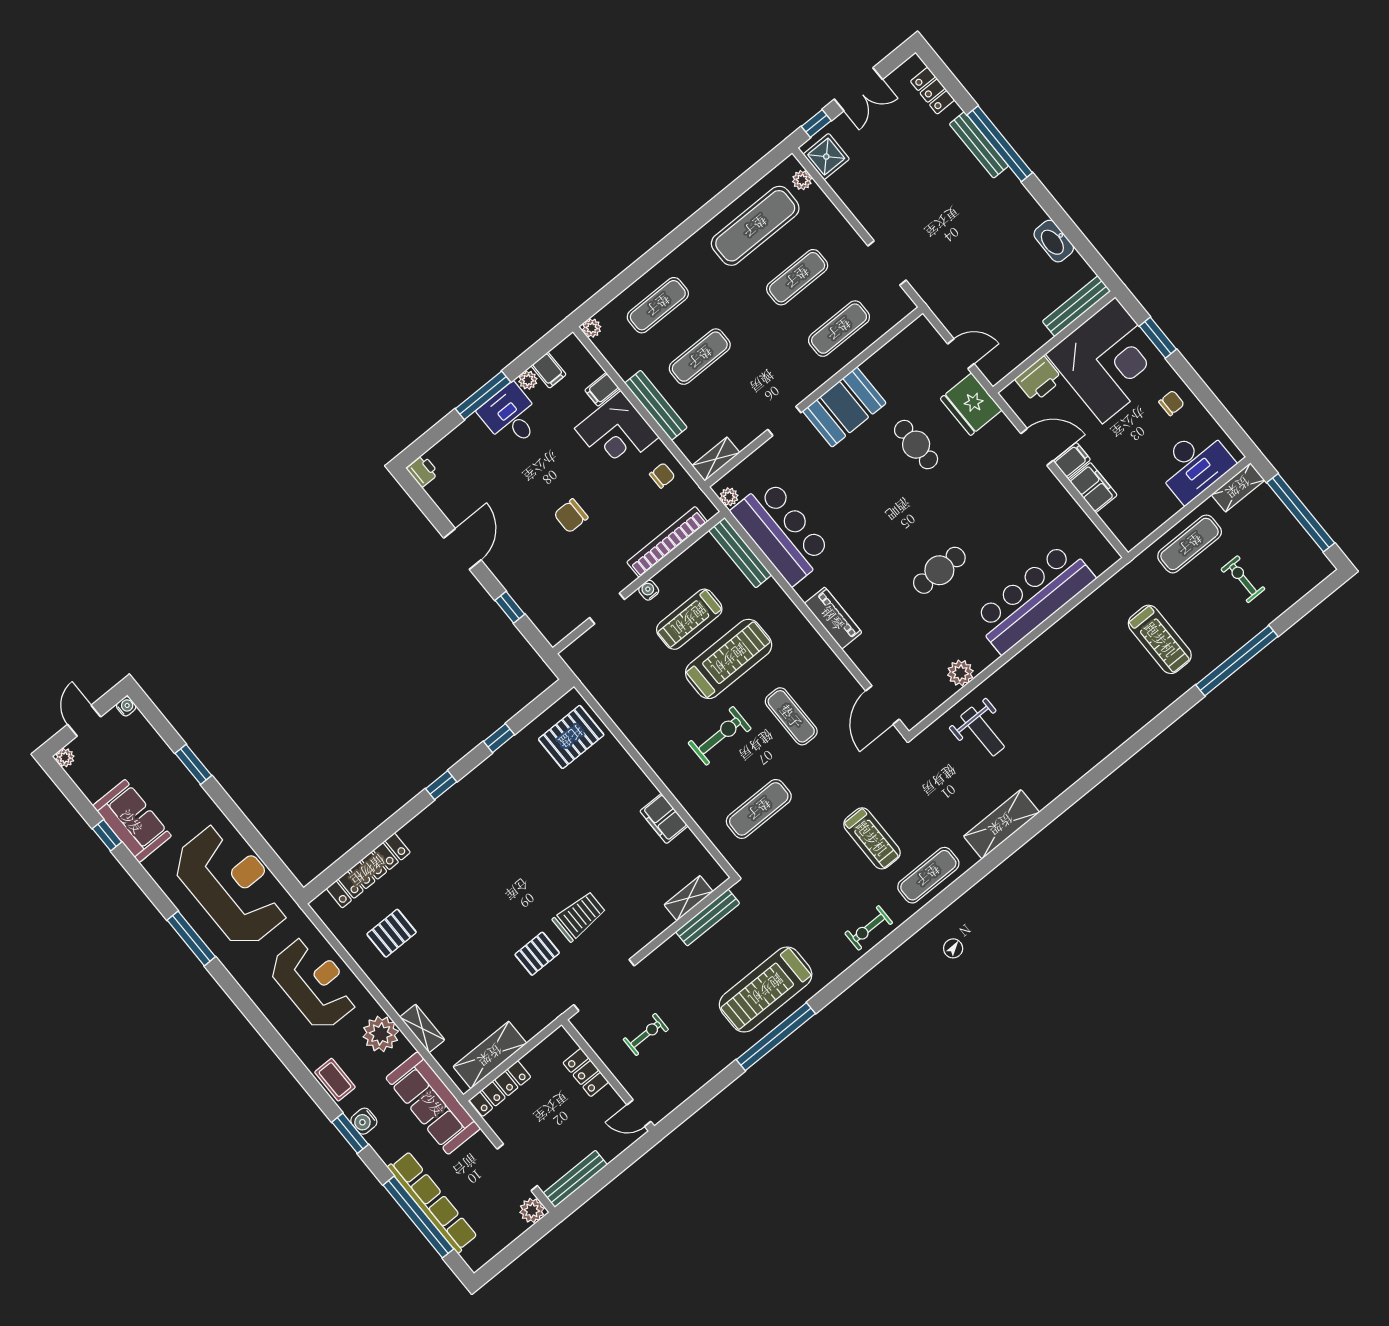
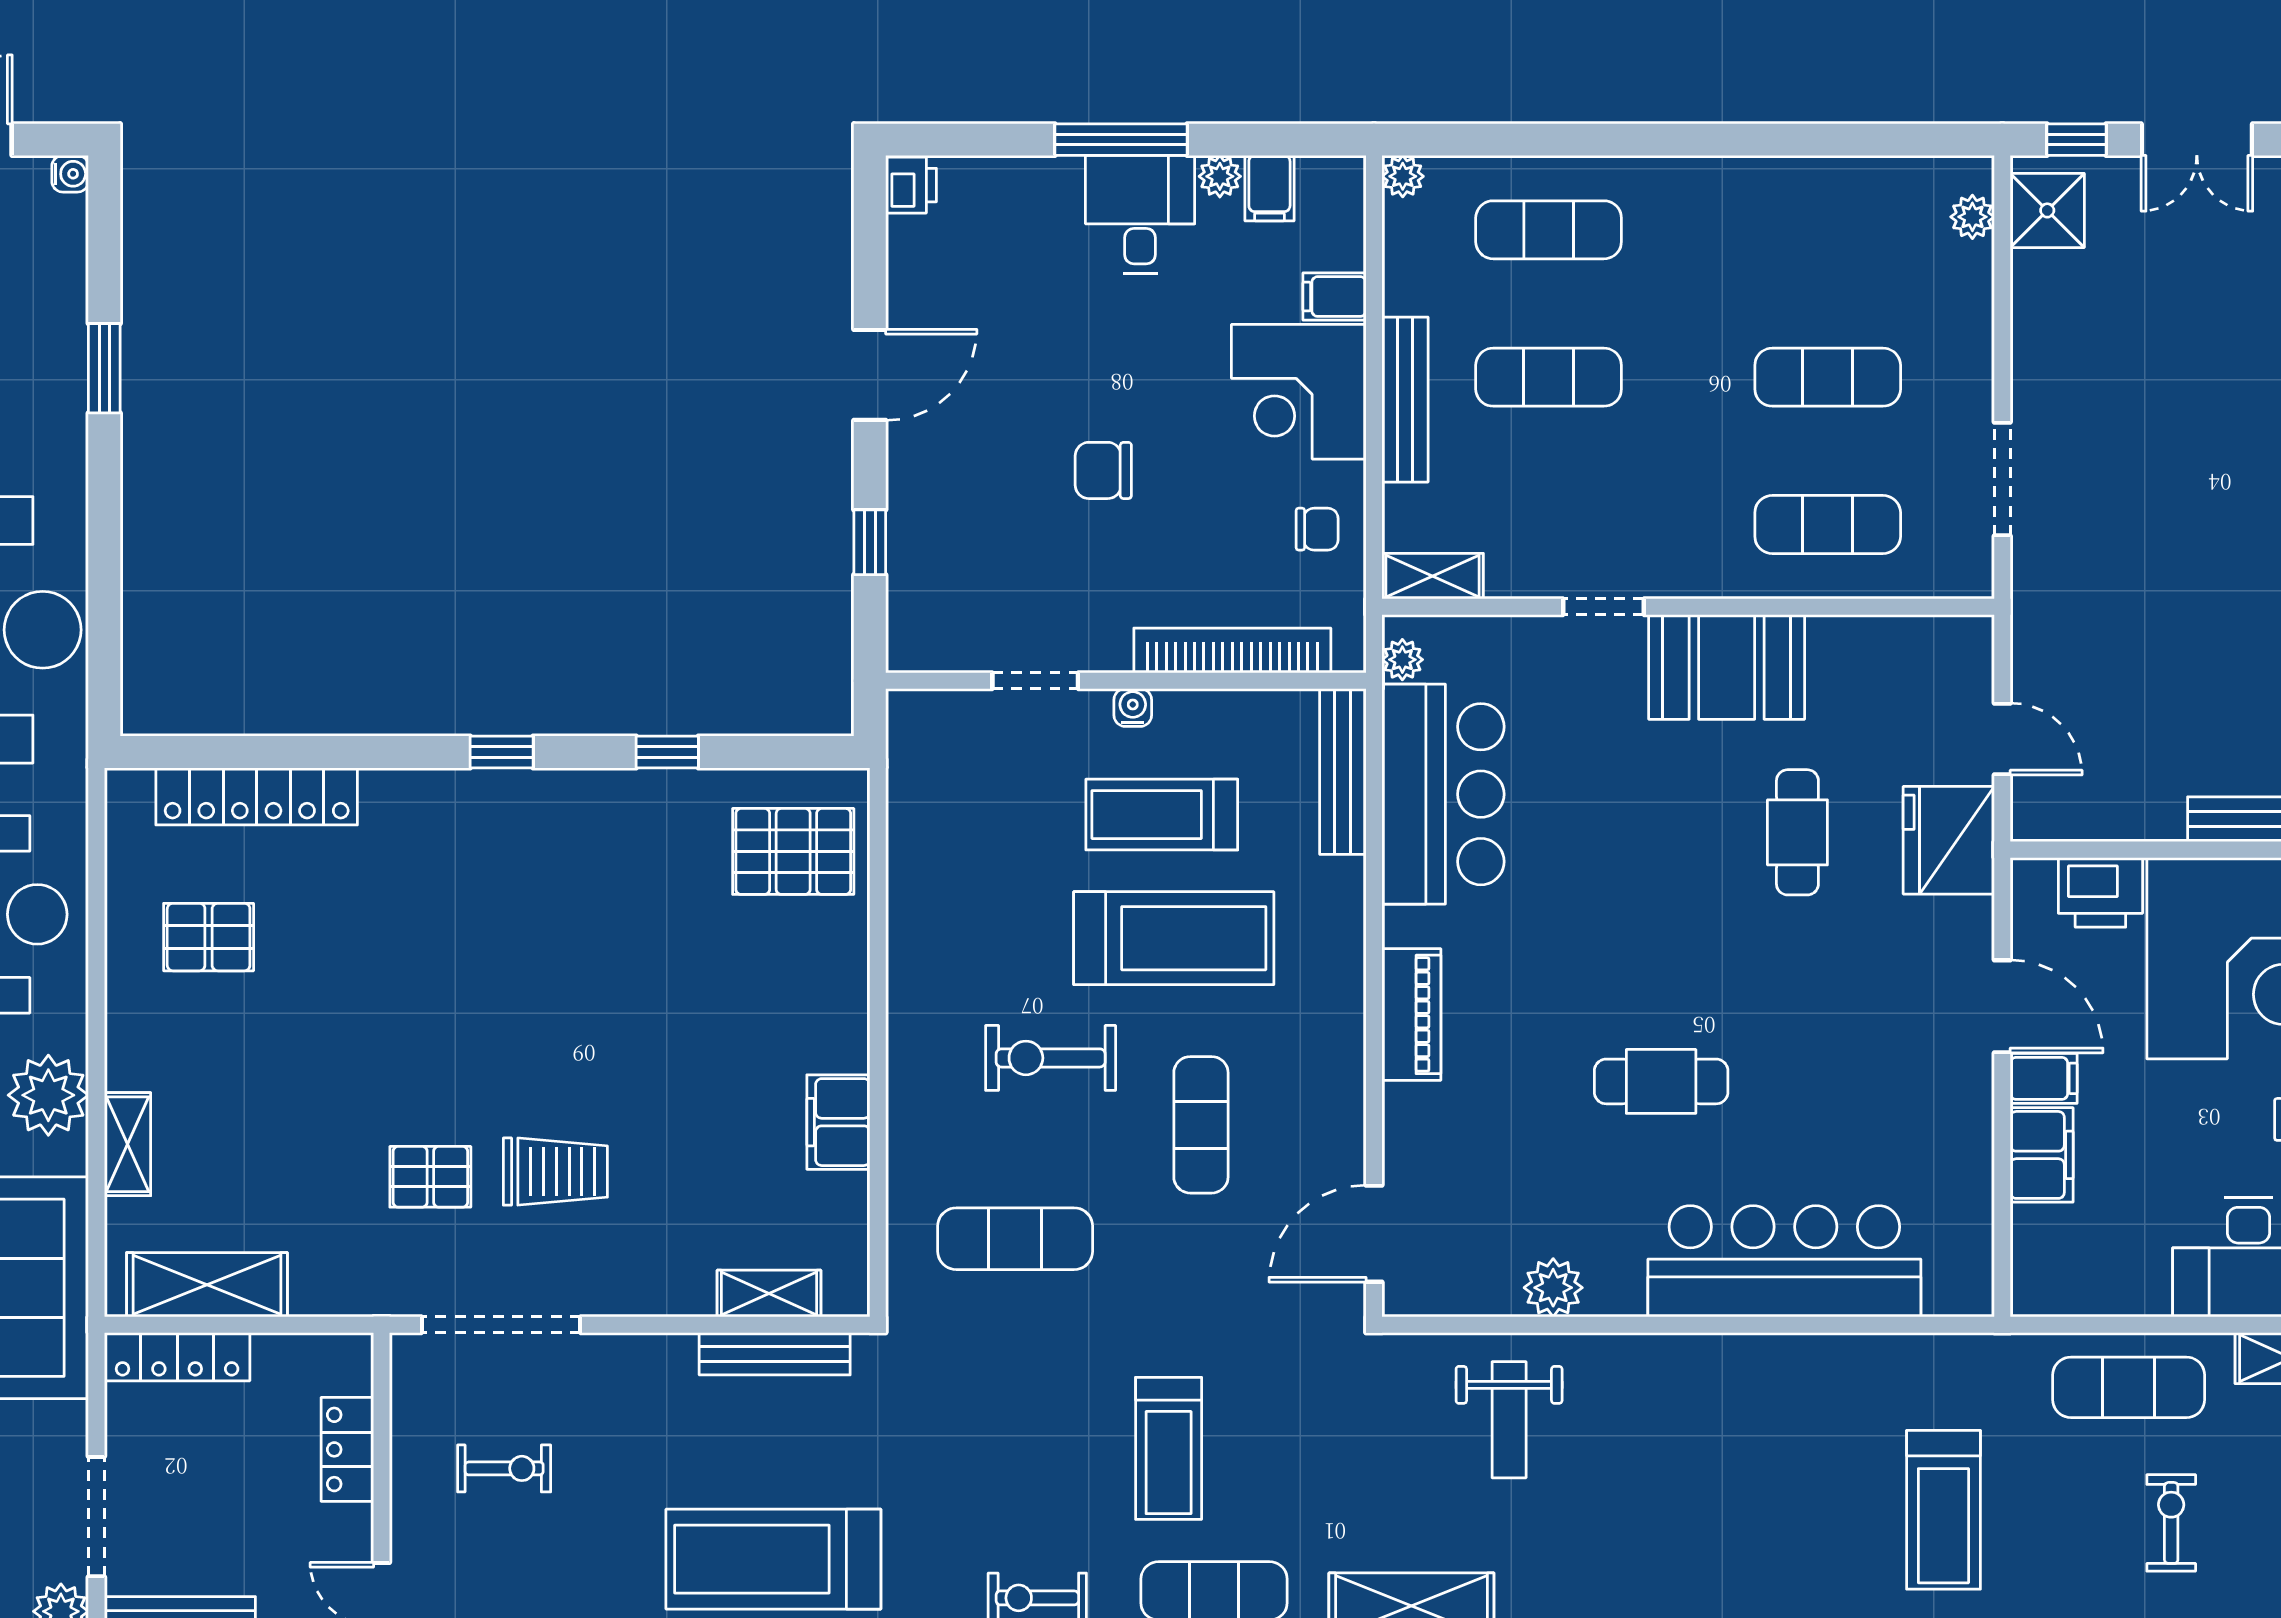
exercise mat: (755, 226) -> (1828, 230), removed
exercise bike: (720, 736) -> (1051, 1058), turned 180

